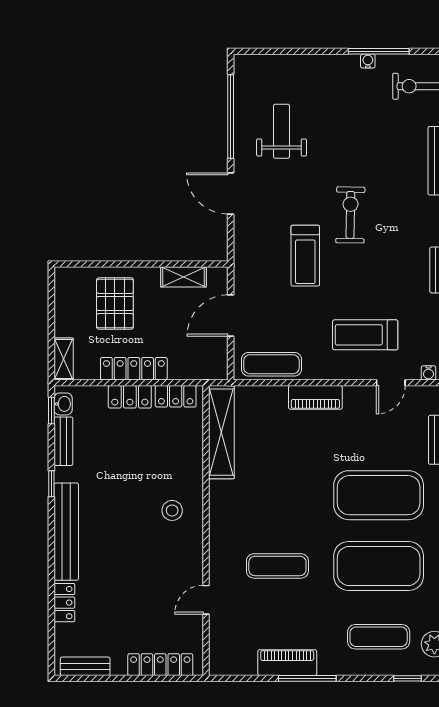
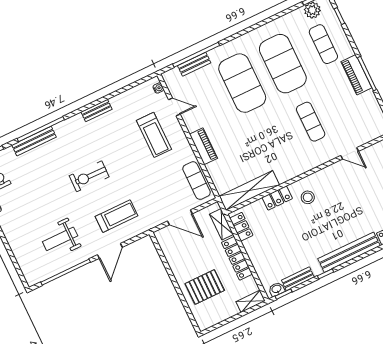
treadmill: (305, 256) -> (116, 216), moved
shelving: (183, 277) -> (221, 224), moved
locker: (130, 397) -> (277, 198), moved, turned 90
piano: (287, 663) -> (356, 75), moved

